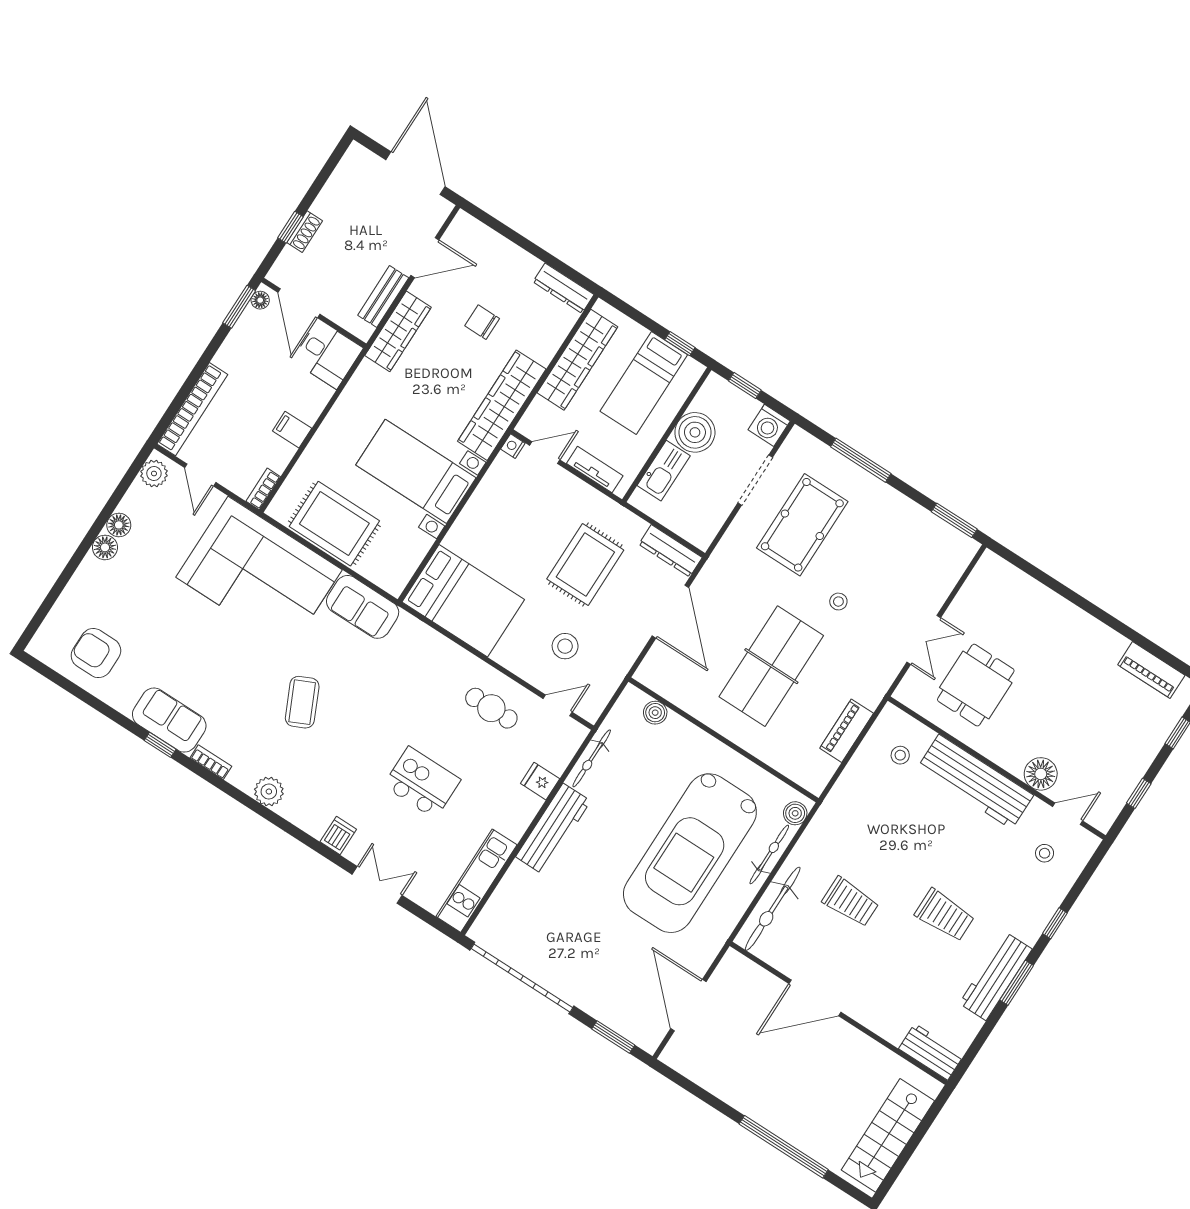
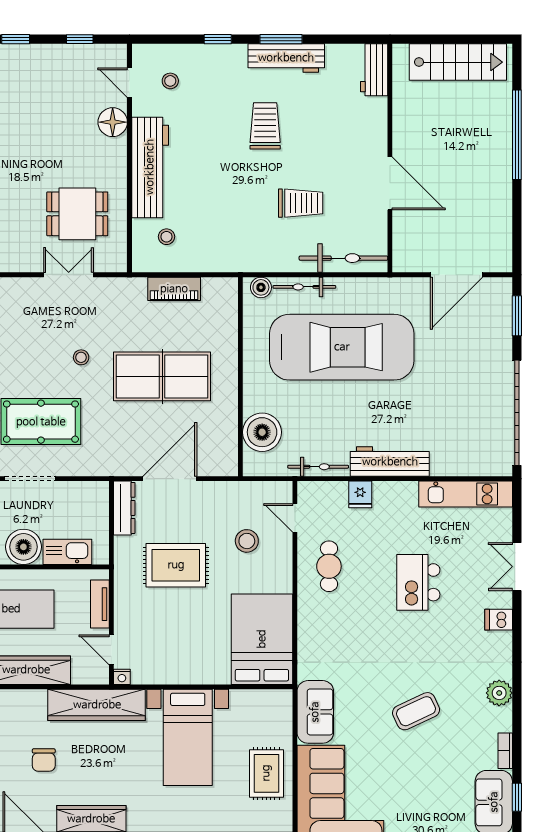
rug: (334, 524) -> (266, 773), width x0.73, depth x0.70
boiler: (655, 713) -> (262, 432), width x1.86, depth x1.86
trolley: (850, 902) -> (301, 203), turned 90

